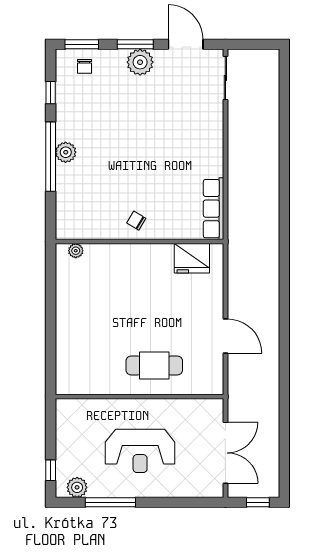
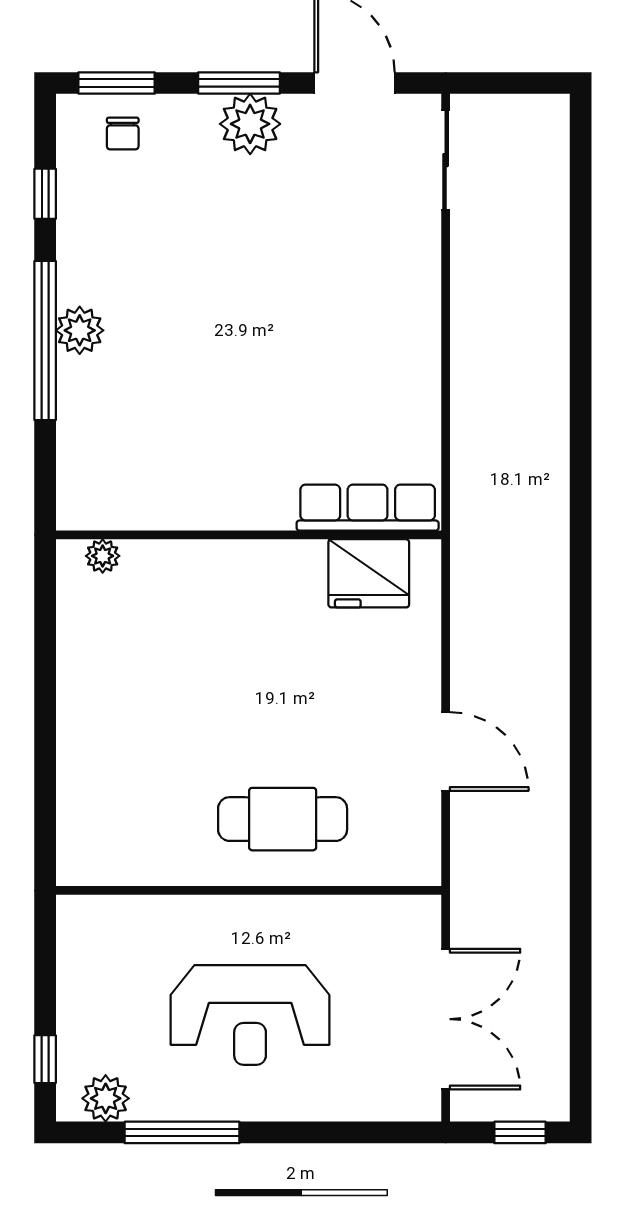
row of seats: (214, 209) -> (368, 508), moved, turned 90
chair: (136, 221) -> (241, 487), removed

